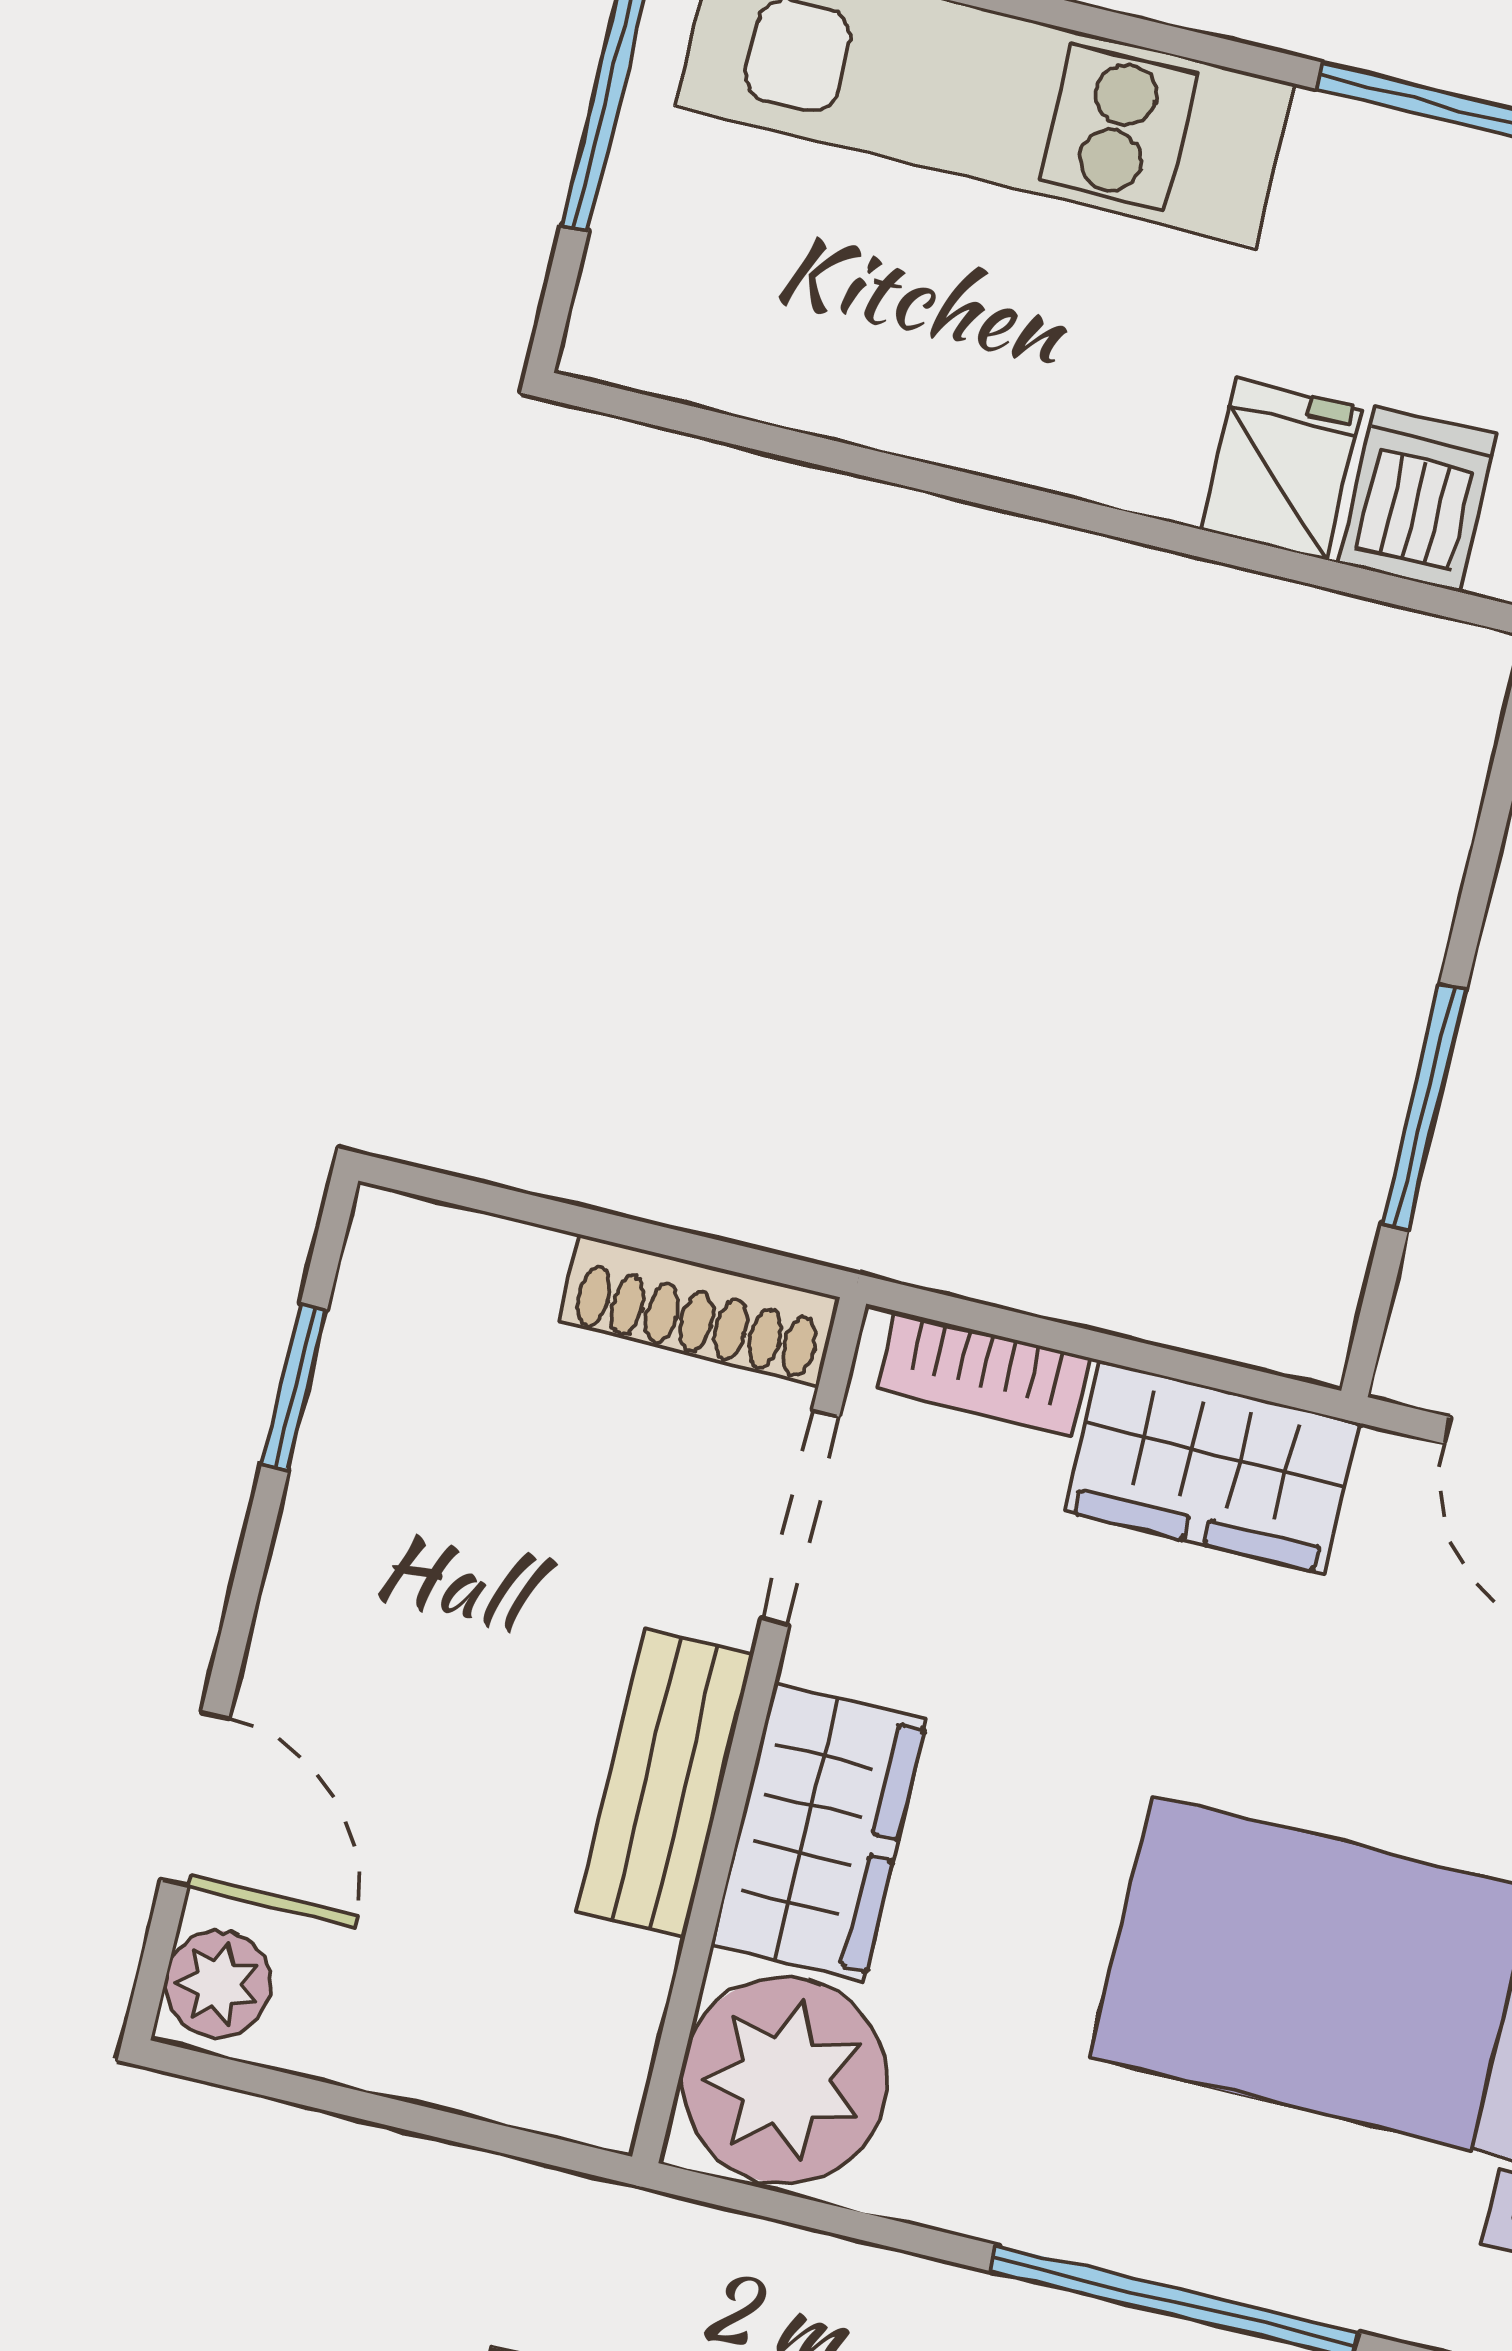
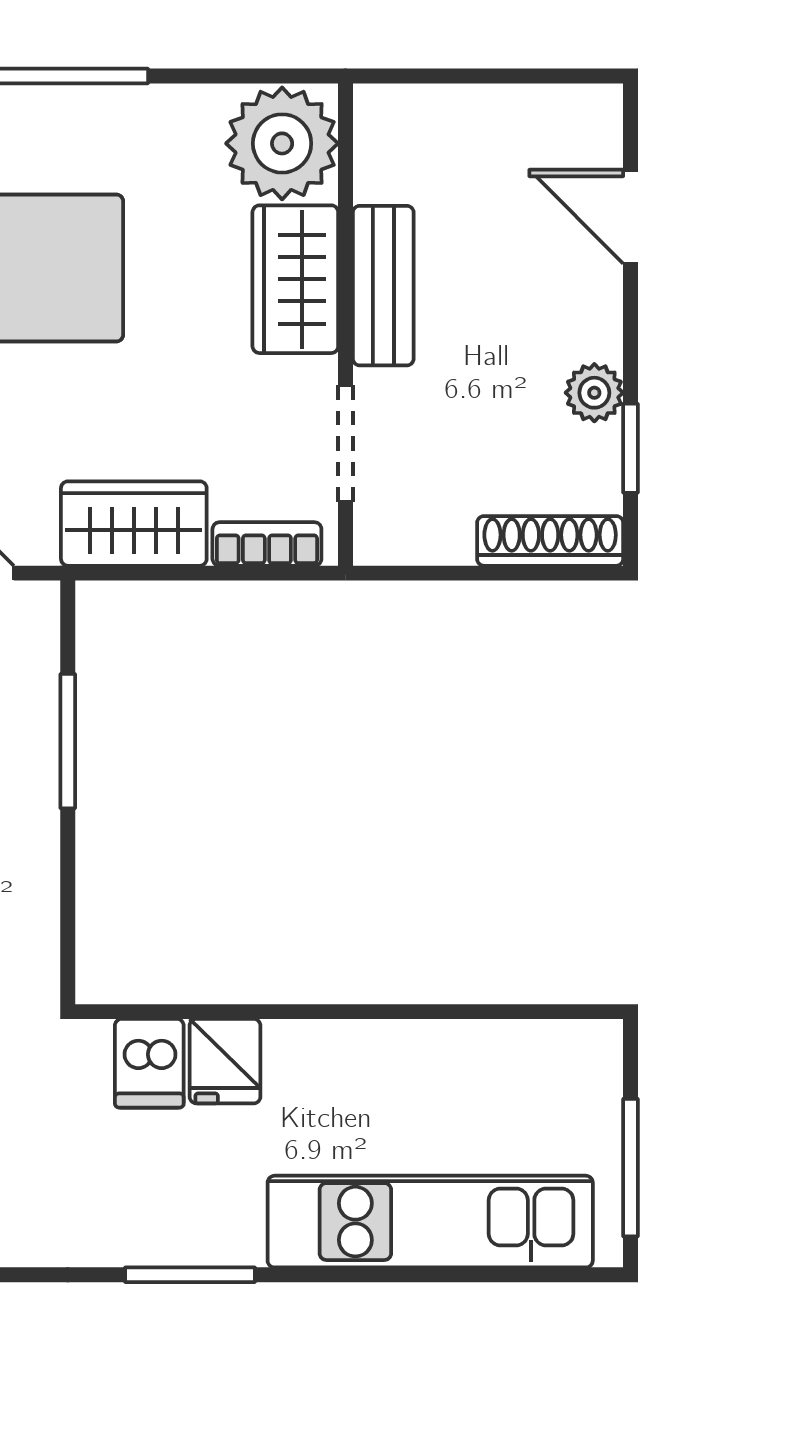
shoe rack: (699, 1310) -> (550, 541), moved
plant: (218, 1984) -> (594, 393), moved

